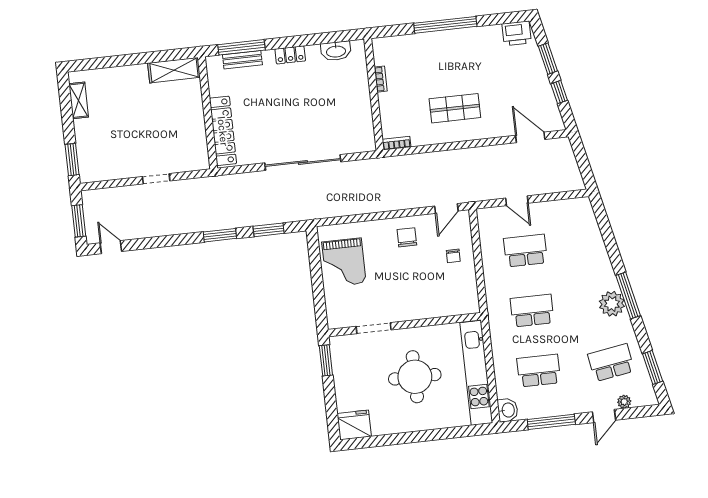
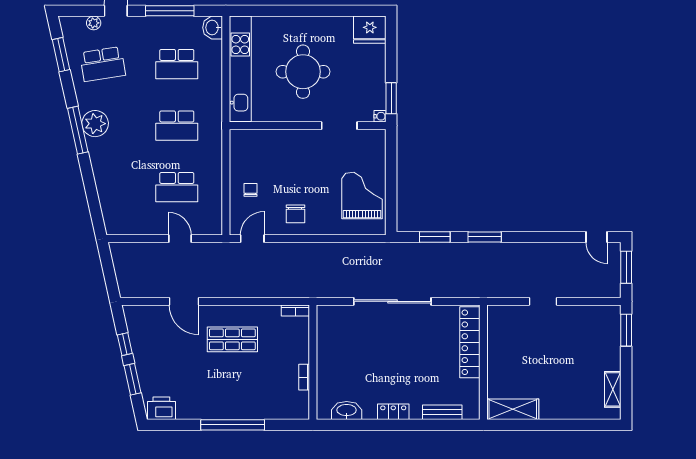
window: (242, 47) -> (442, 425), removed
door: (530, 137) -> (184, 301), moved
water cooler: (335, 342) -> (380, 116), added

